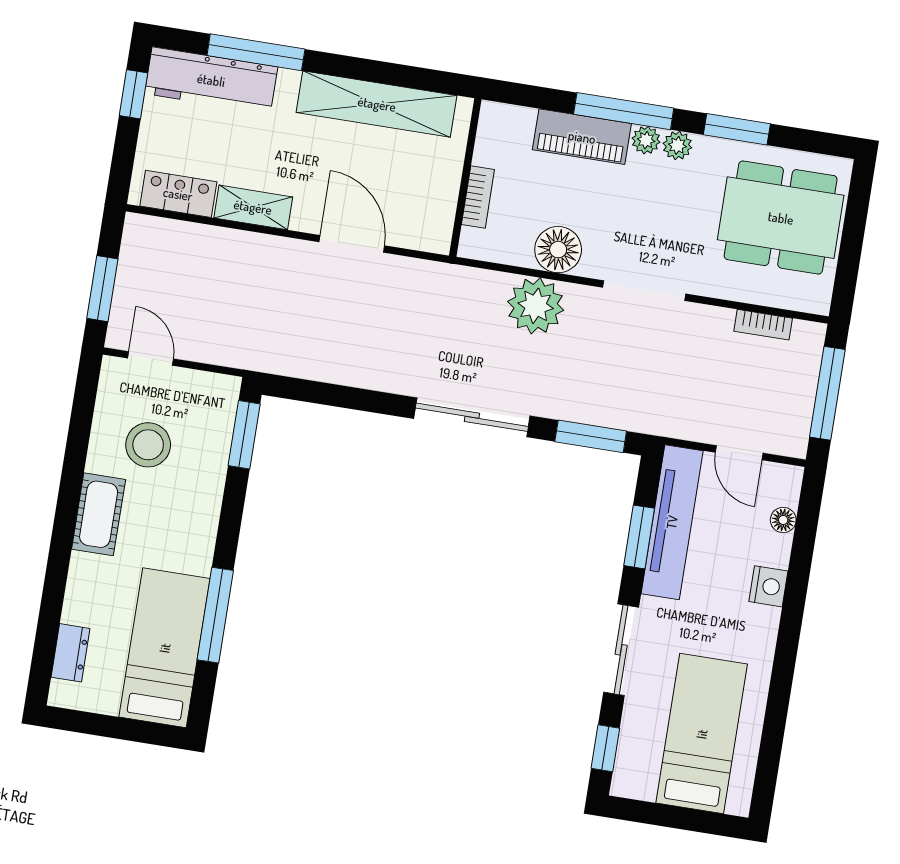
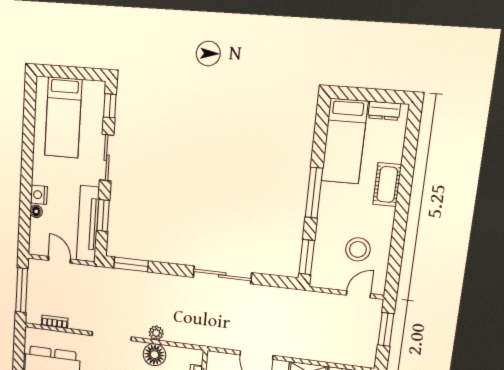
plant: (536, 306) -> (156, 333), width x0.53, depth x0.53
door: (151, 358) -> (358, 294), swing flipped
sliding door: (472, 417) -> (222, 275), moved
cot: (99, 514) -> (387, 184), moved
floor lamp: (783, 520) -> (36, 211), moved
window: (215, 615) -> (314, 193), moved
dresser: (70, 653) -> (384, 111), moved, turned -90

